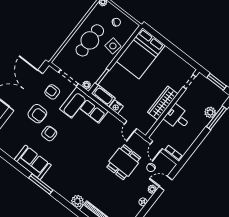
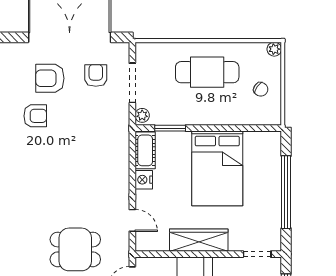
side table: (113, 46) -> (224, 110), removed
window: (172, 47) -> (286, 192), added
bed: (141, 53) -> (217, 168), moved, turned -90
corner sofa: (84, 110) -> (105, 139), removed
armchair: (37, 114) -> (50, 78), turned 90
door: (131, 126) -> (132, 220), swing flipped

